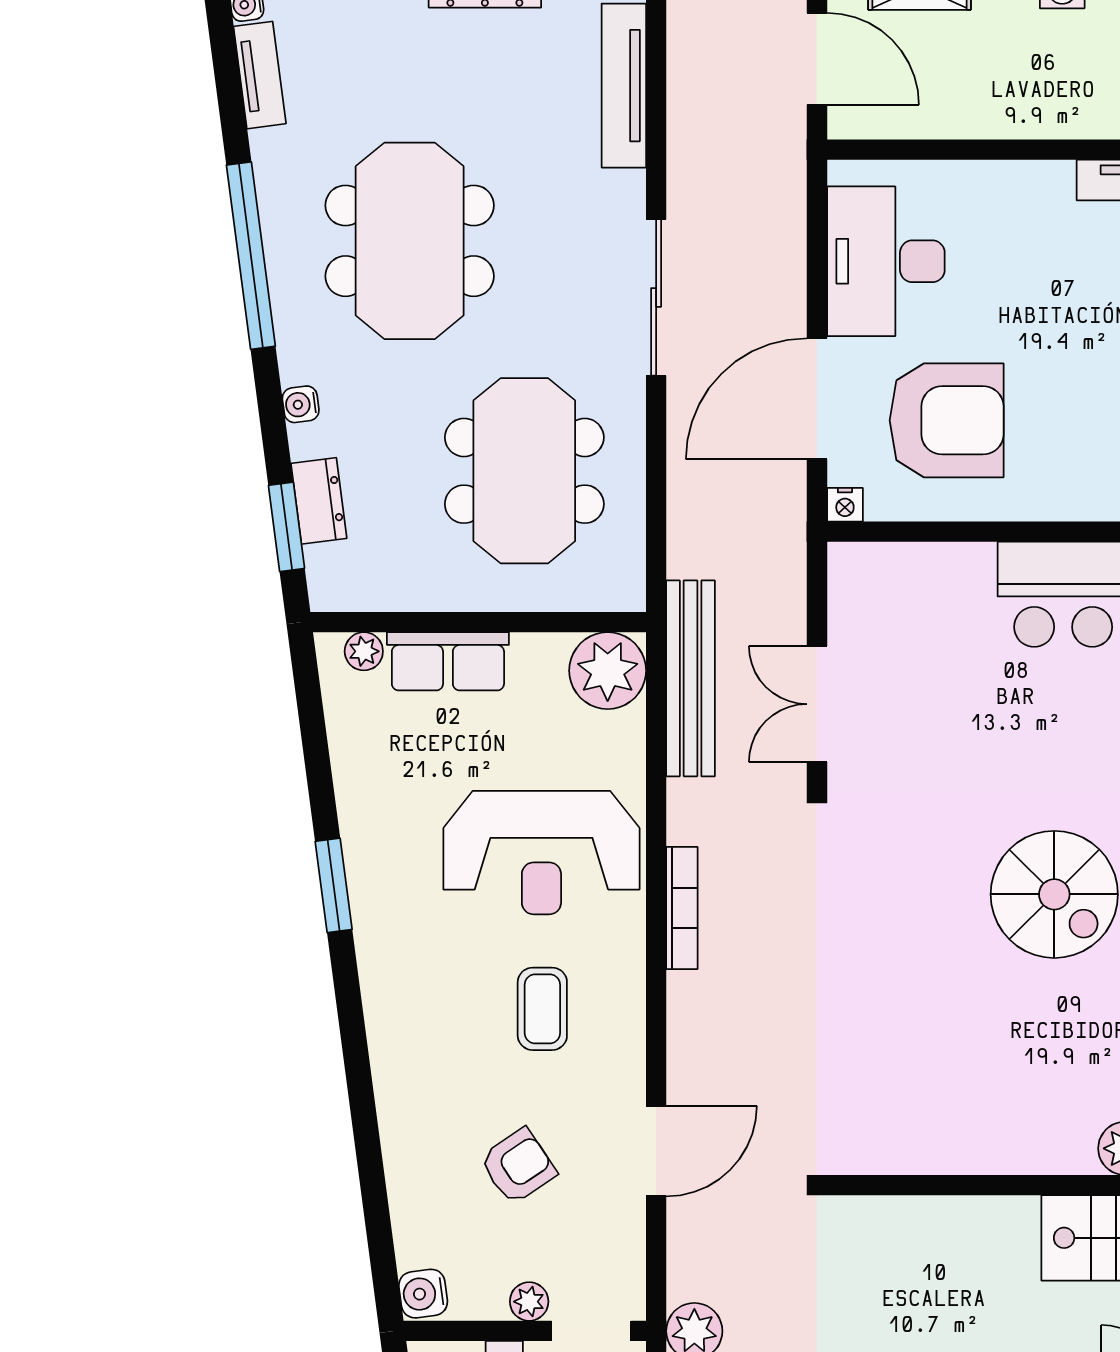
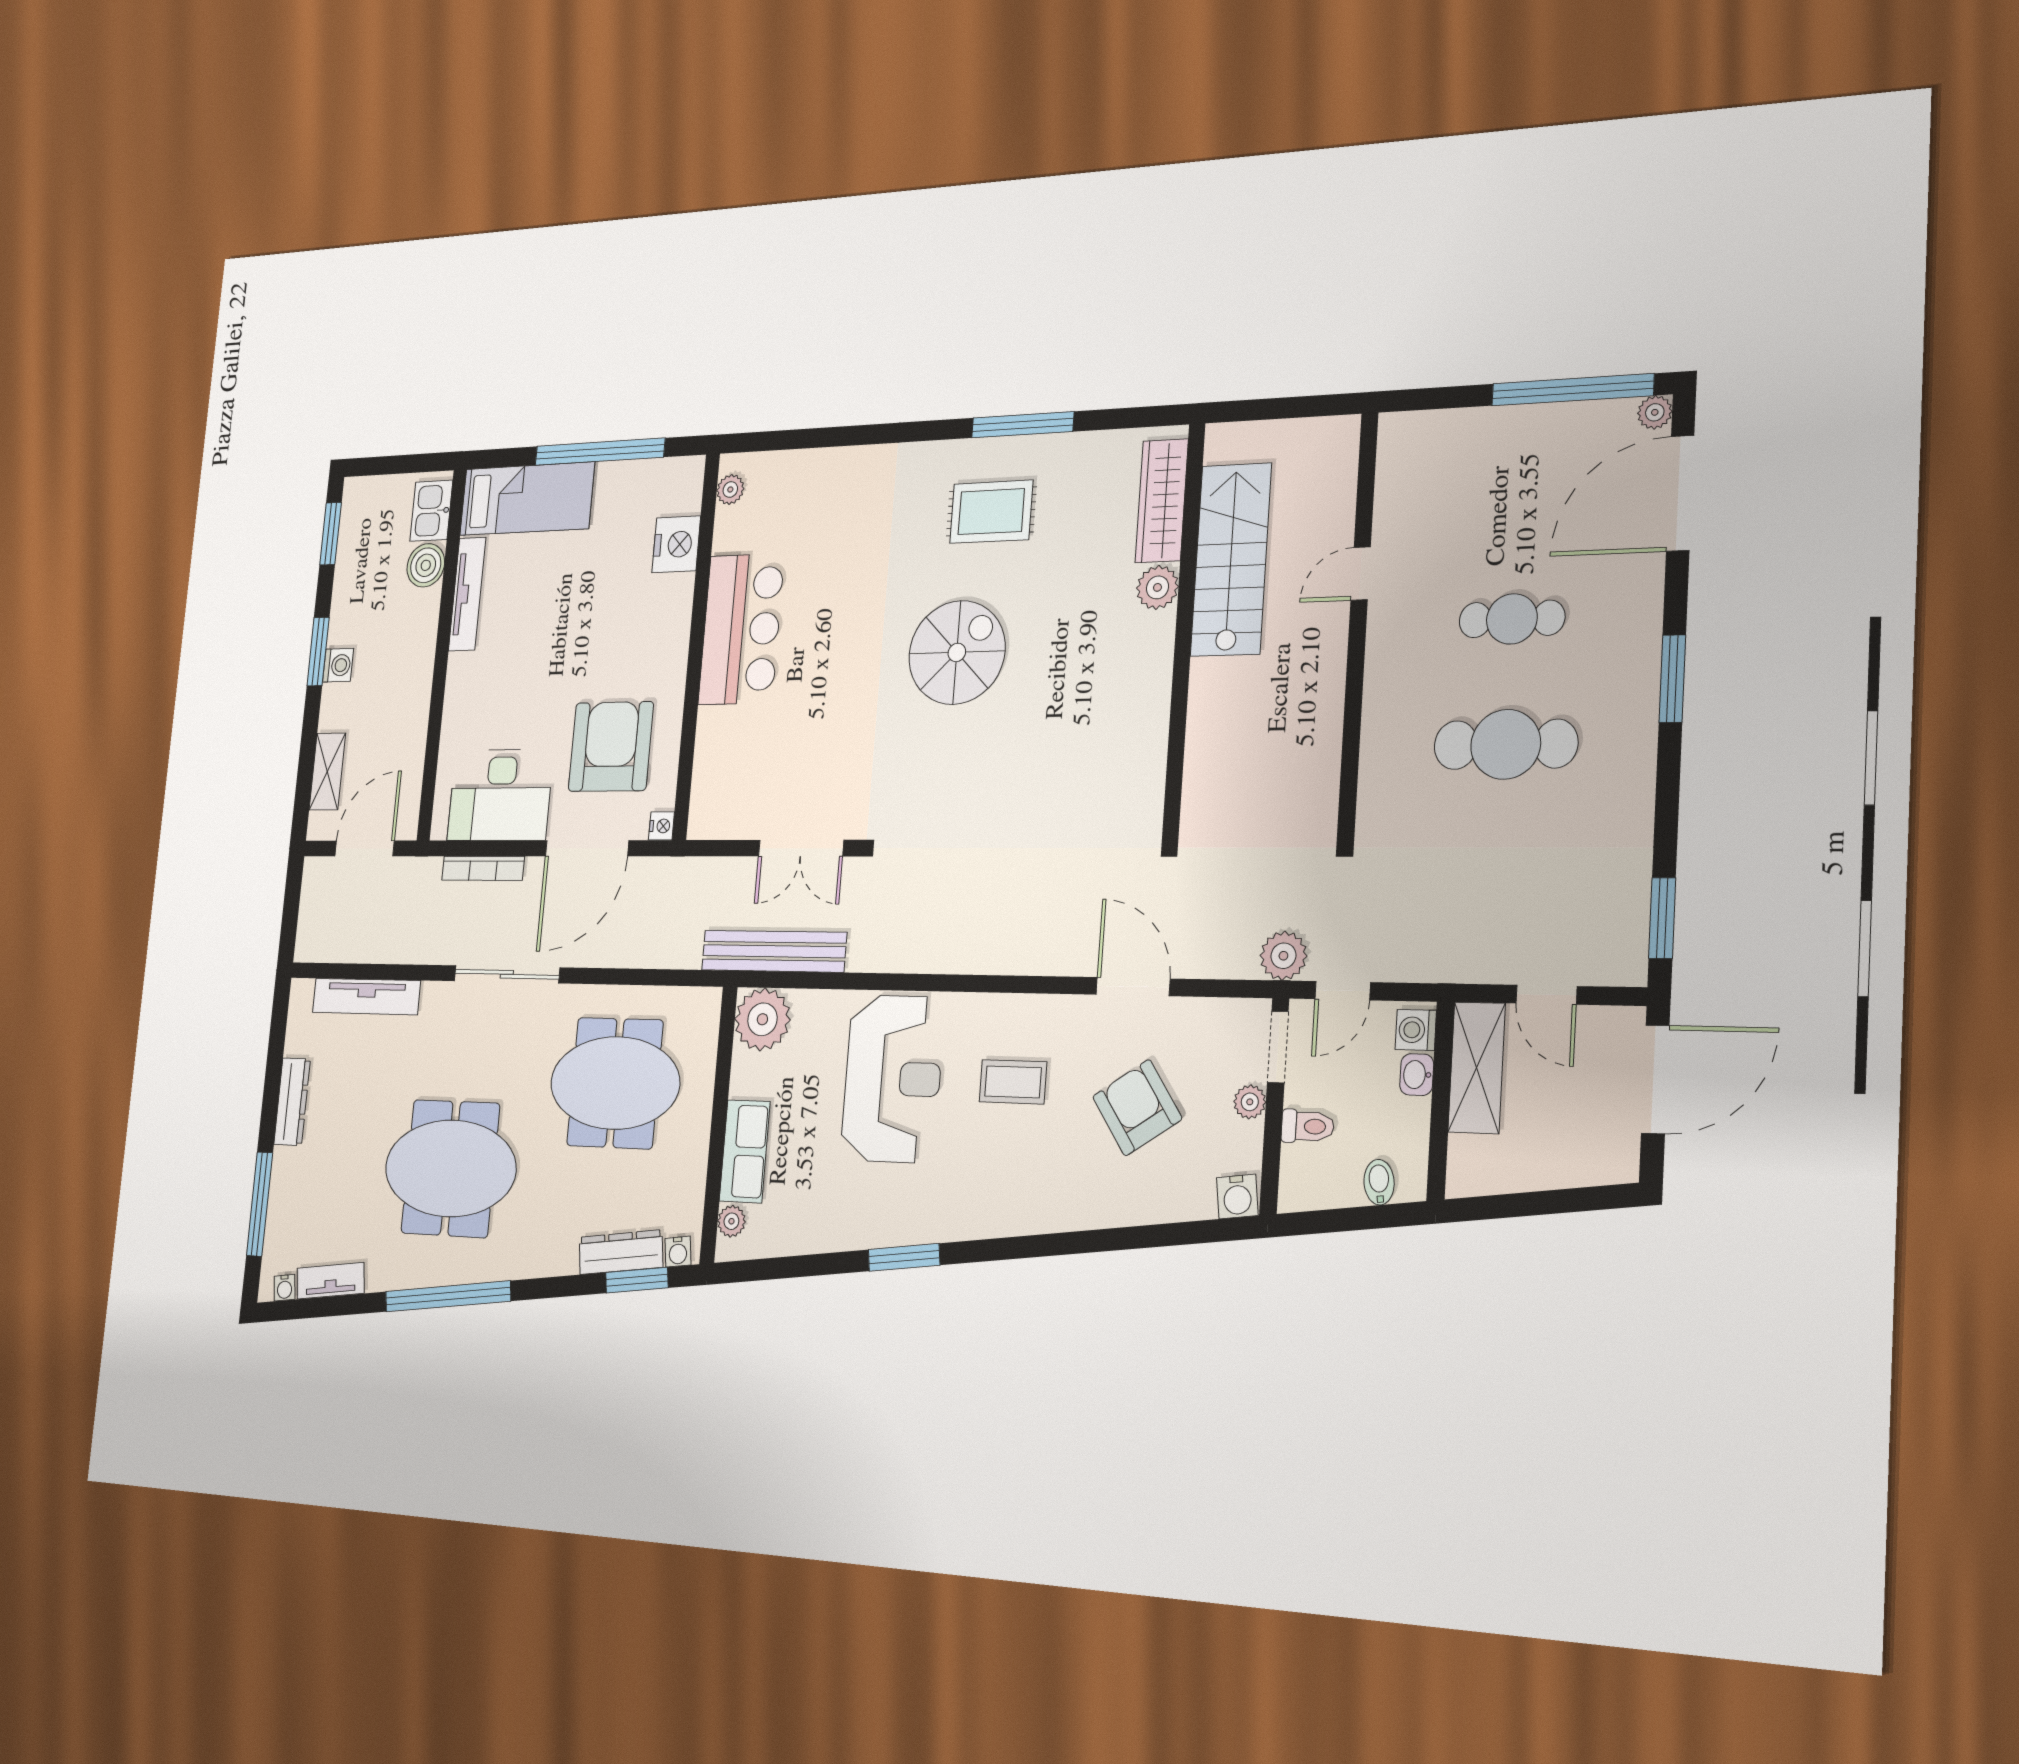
door: (817, 399) -> (587, 848), hinge flipped
water cooler: (301, 404) -> (678, 1252), moved
dresser: (319, 501) -> (621, 1252), width x1.44
bookcase: (682, 908) -> (483, 868), moved, turned 180
armchair: (518, 1166) -> (1137, 1108), width x1.38, depth x1.38

